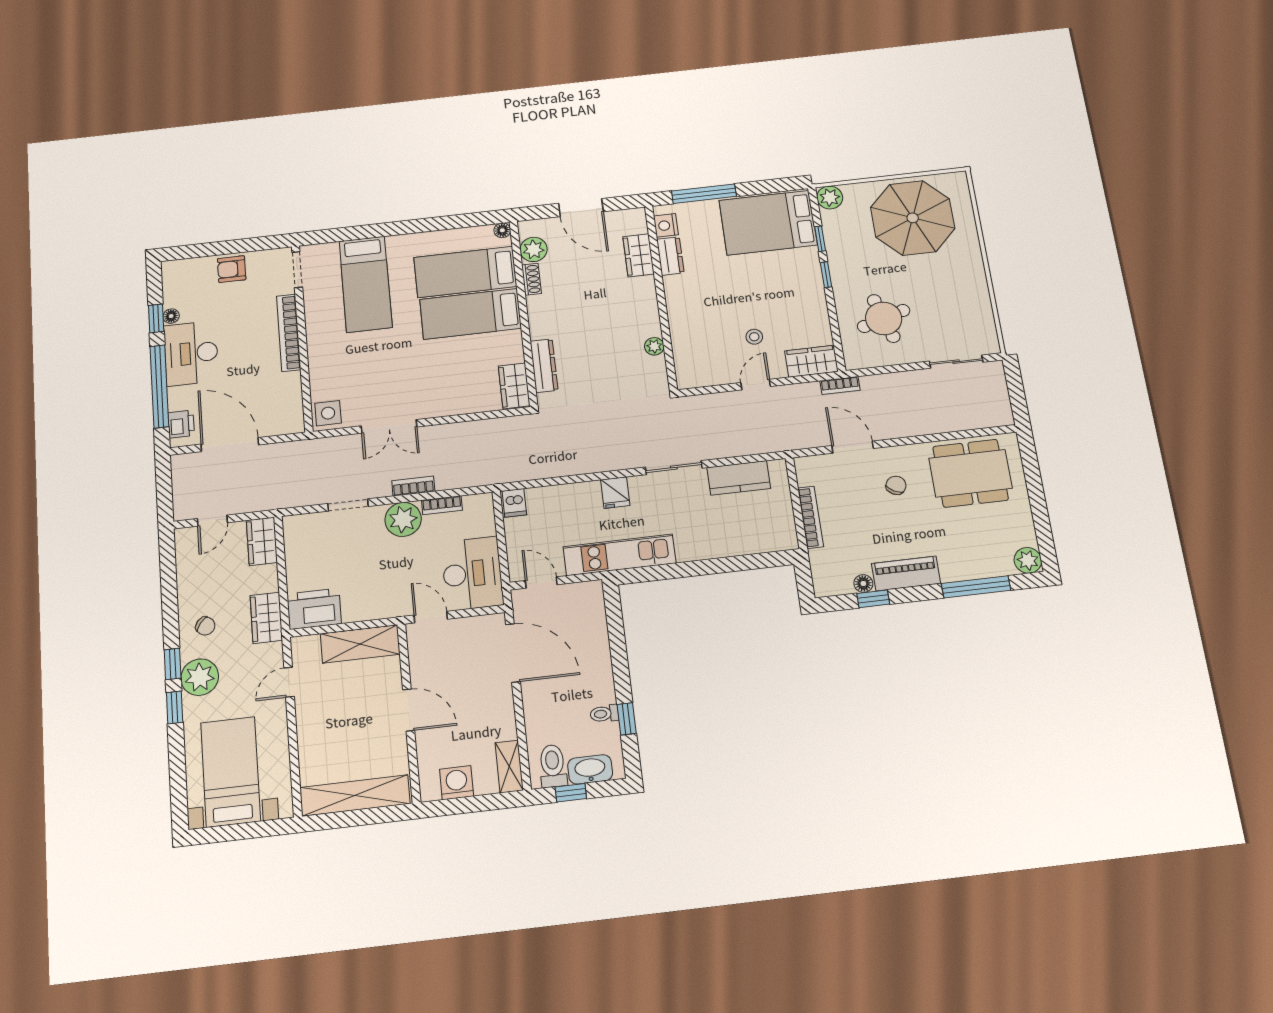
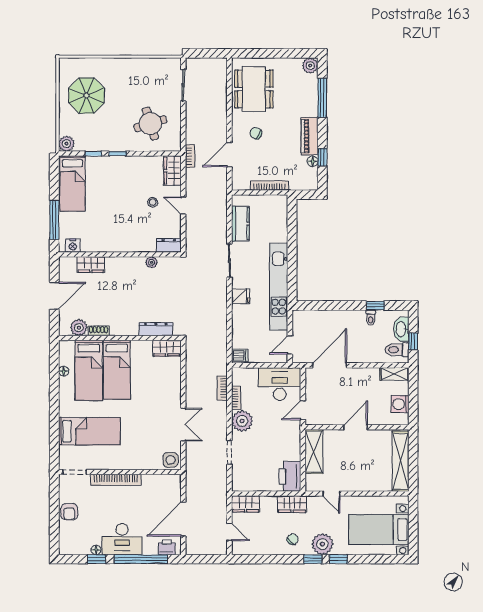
parasol: (913, 218) -> (86, 96), width x0.73, depth x0.73
bed: (768, 223) -> (72, 183), width x0.67
floor lamp: (502, 230) -> (64, 371), moved
dresser: (670, 256) -> (169, 245), moved
bookcase: (413, 486) -> (222, 388), moved
kitchen unit: (620, 555) -> (279, 287), width x1.36

